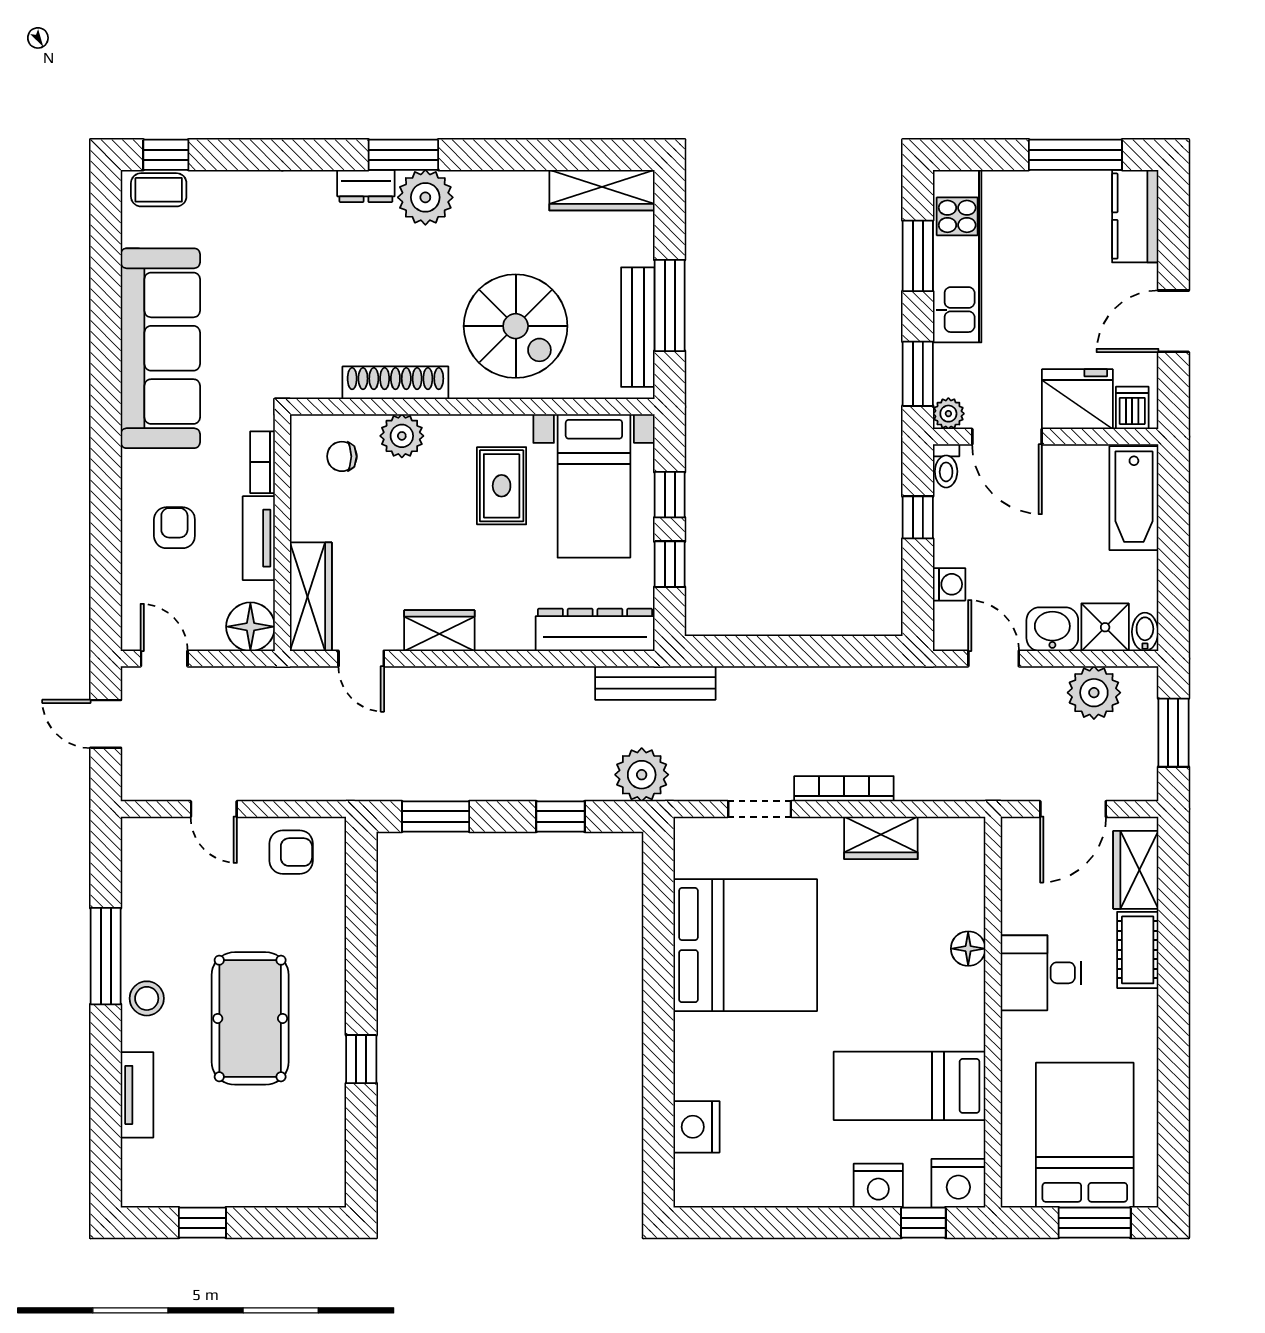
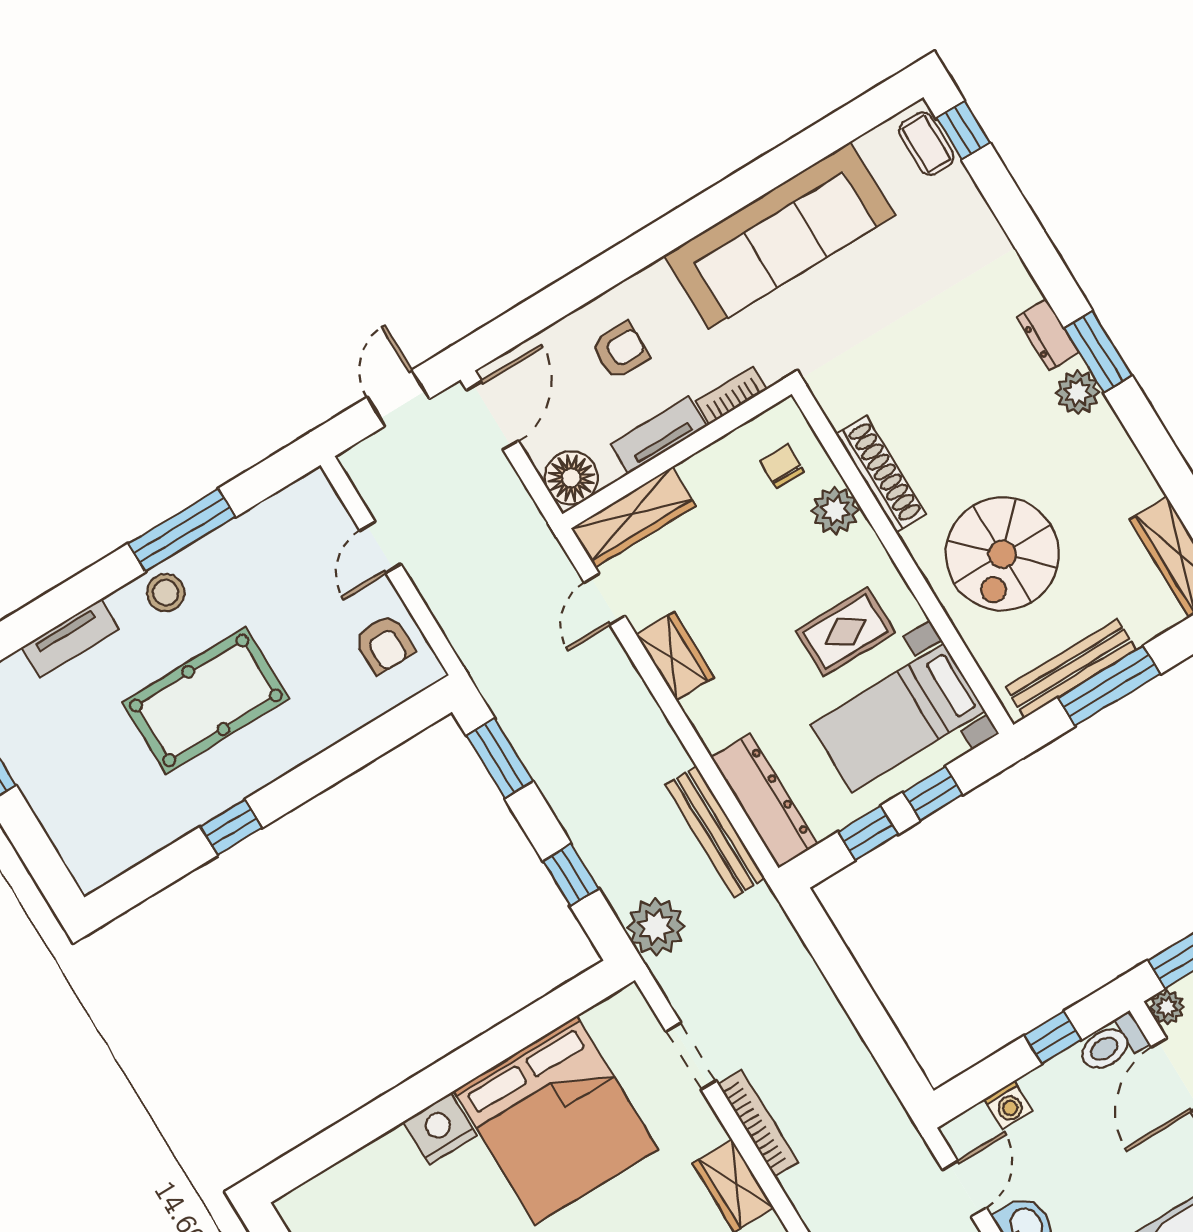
plant: (425, 197) -> (1078, 392), width x0.73, depth x0.73
toilet: (946, 466) -> (1112, 1044), width x1.37, depth x1.39
door: (164, 659) -> (492, 416), width x1.38
bench: (655, 683) -> (715, 832), moved
nightstand: (696, 1127) -> (440, 1129), moved

